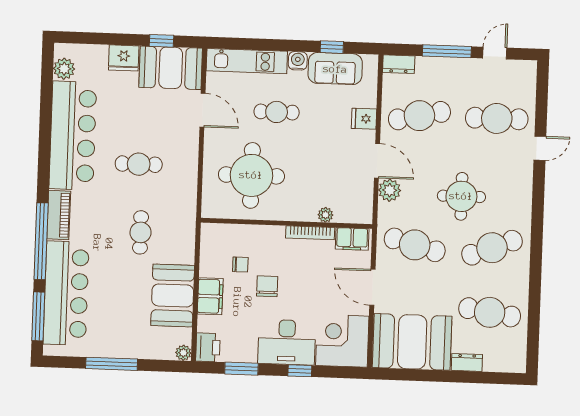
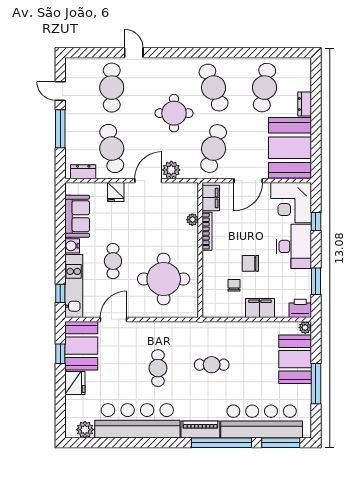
window: (332, 47) -> (60, 293), moved
dresser: (399, 64) -> (83, 172), moved, turned -90
booth: (173, 295) -> (295, 359), moved, turned 90
window: (300, 371) -> (316, 222), moved

